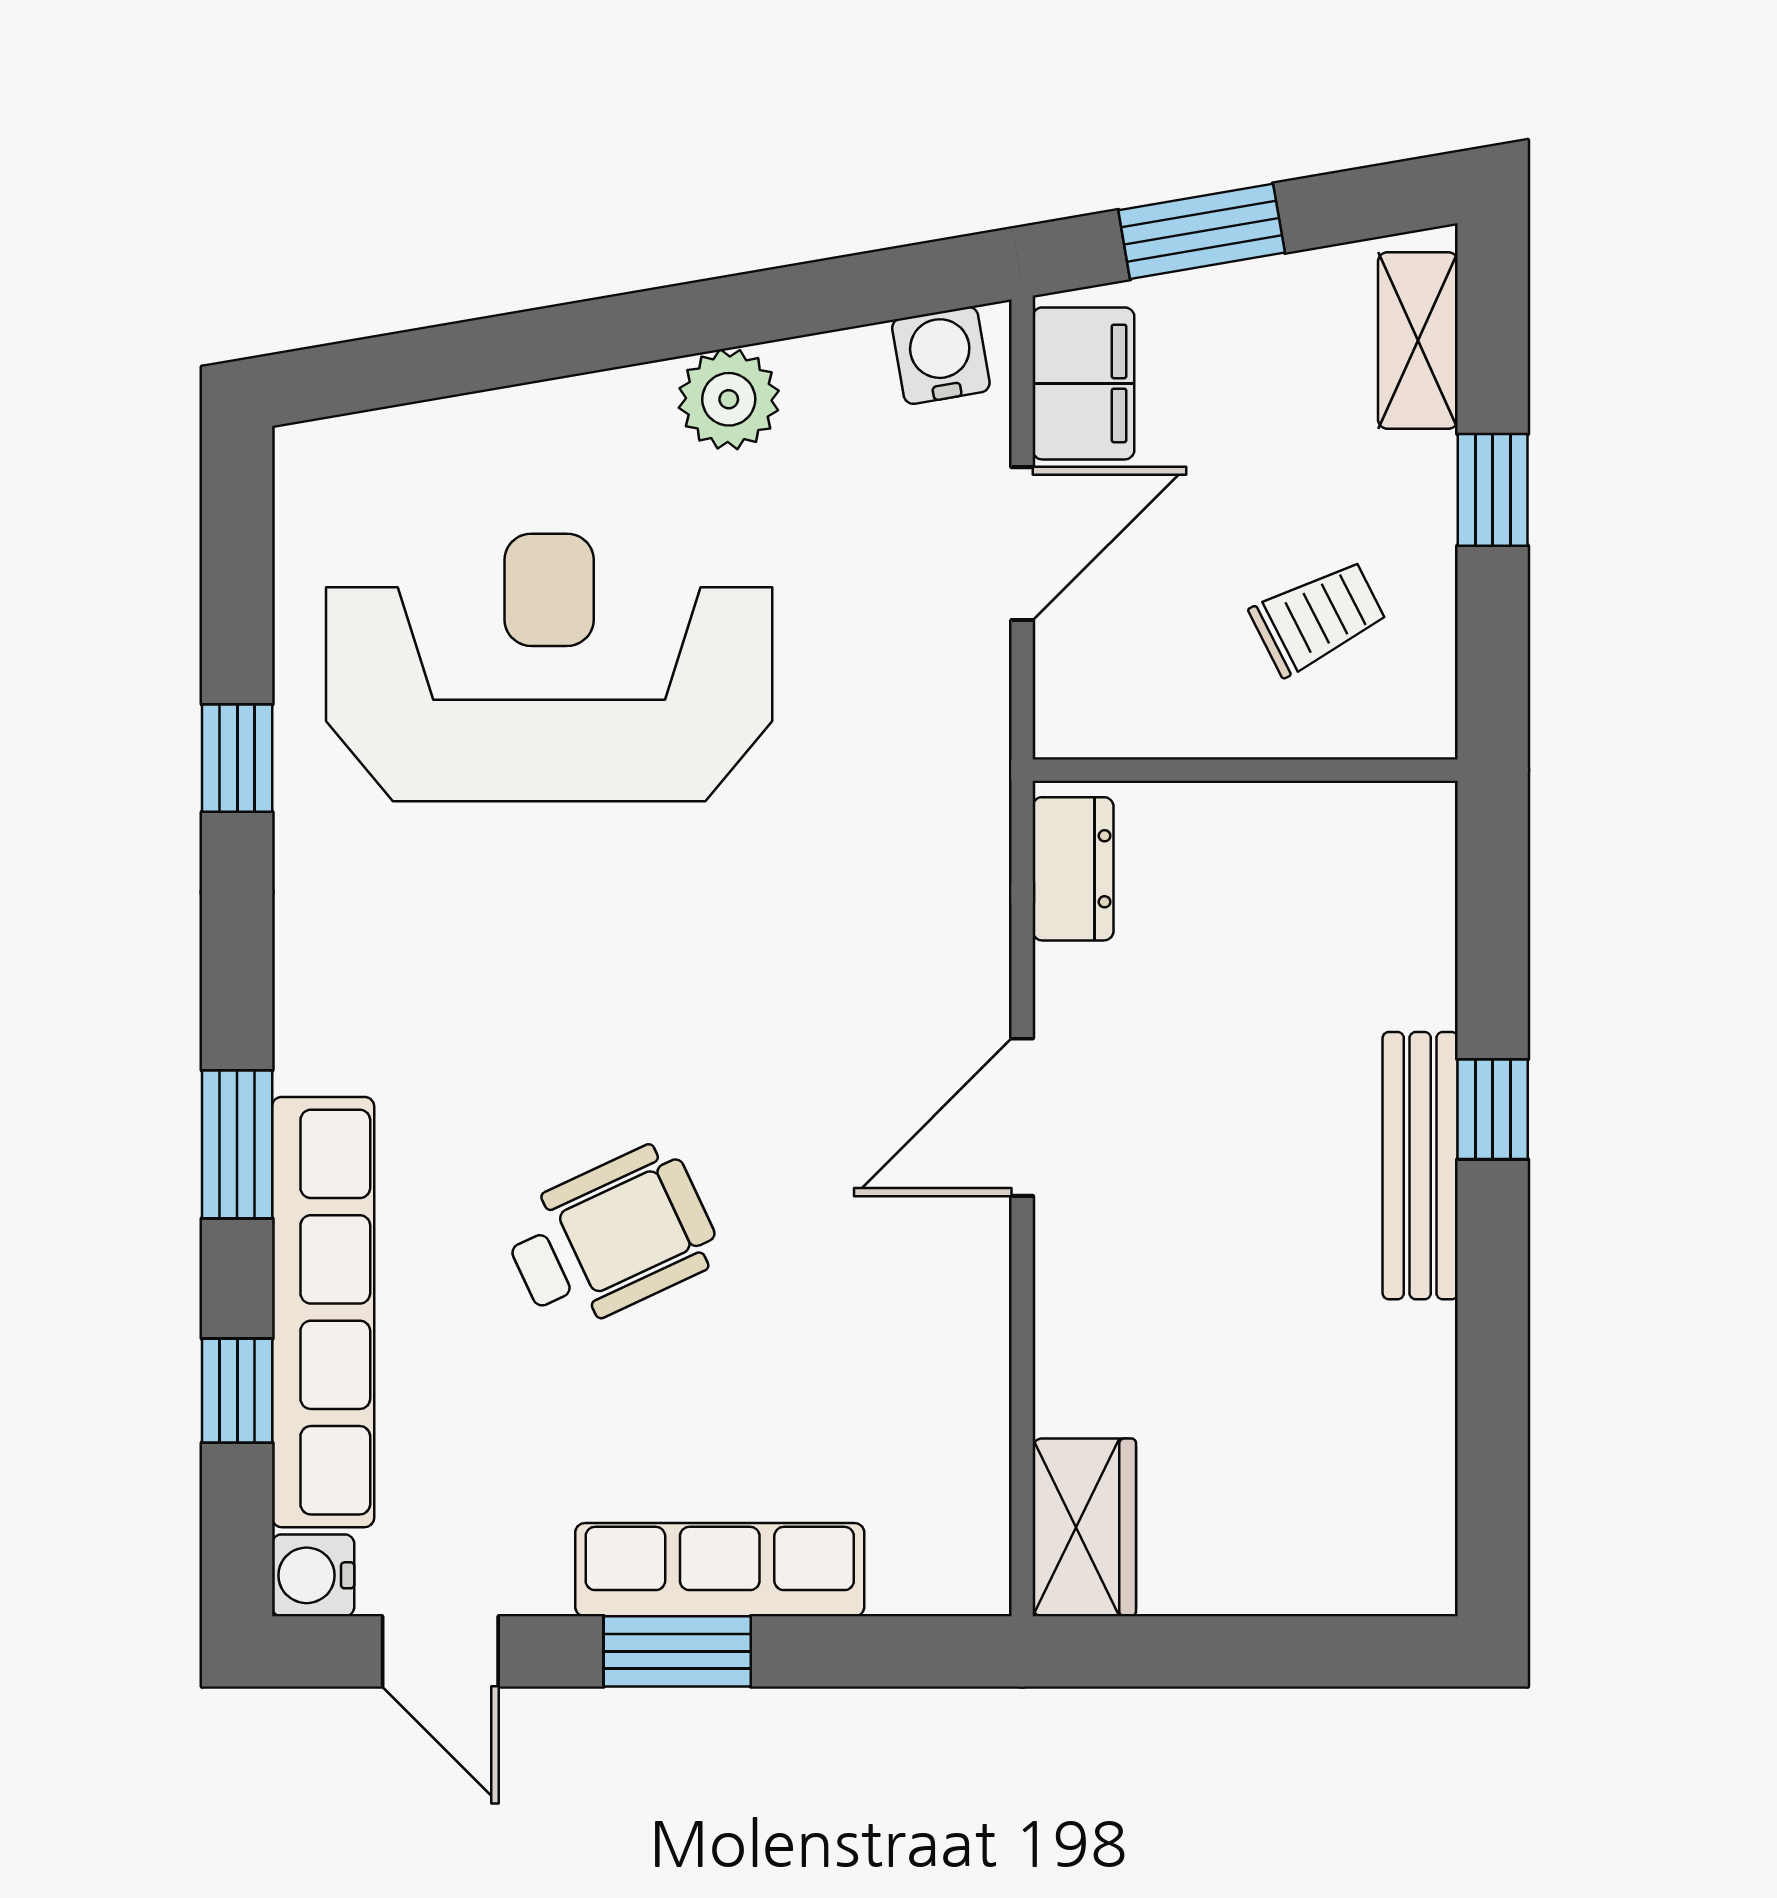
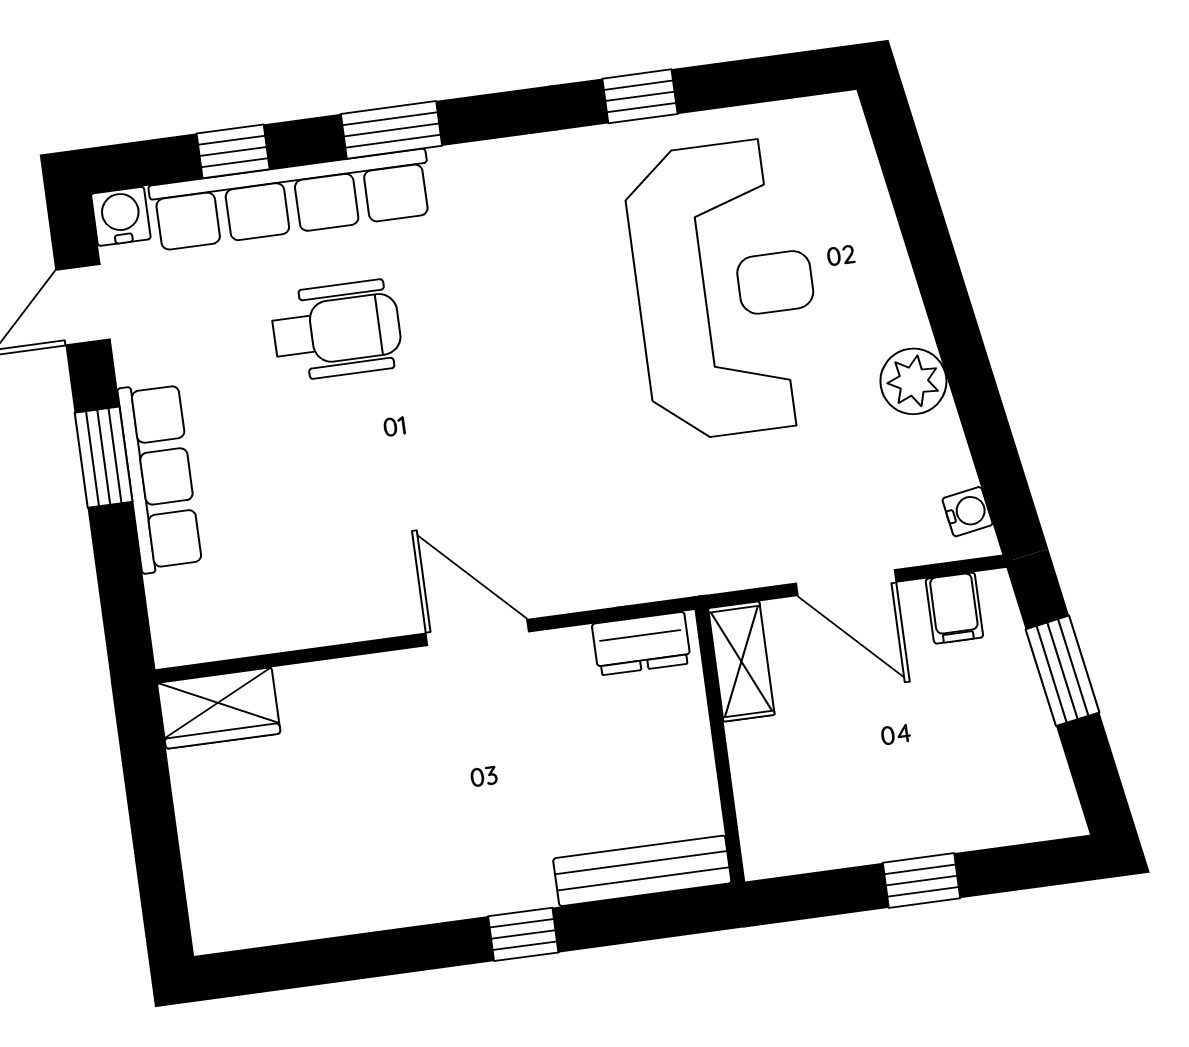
shelving: (1418, 341) -> (741, 662), moved, turned 90
water cooler: (941, 355) -> (968, 512), width x0.72, depth x0.72
filing cabinet: (1083, 383) -> (954, 608), width x0.50
trolley: (1318, 617) -> (824, 779), removed
bench: (1420, 1166) -> (642, 871), moved
wheelchair: (611, 1238) -> (337, 330), moved, turned -65

